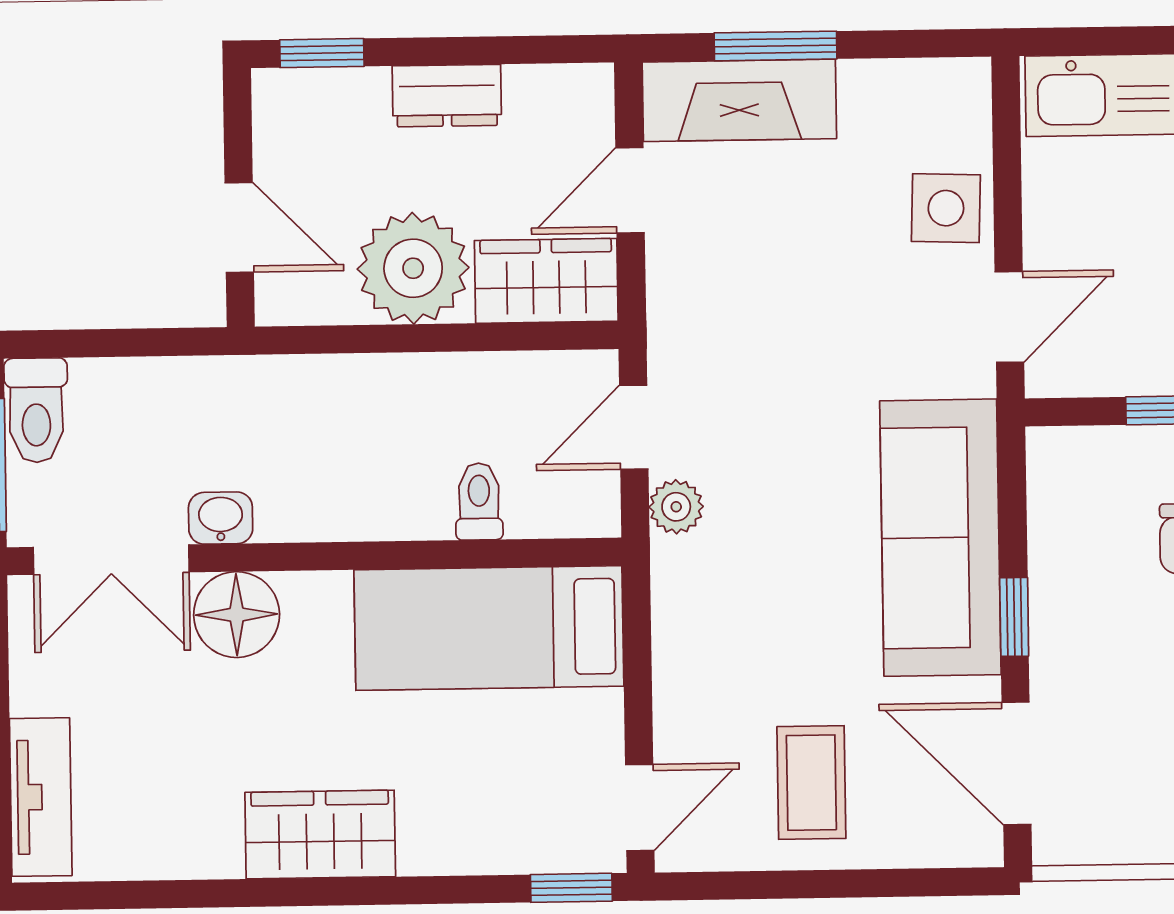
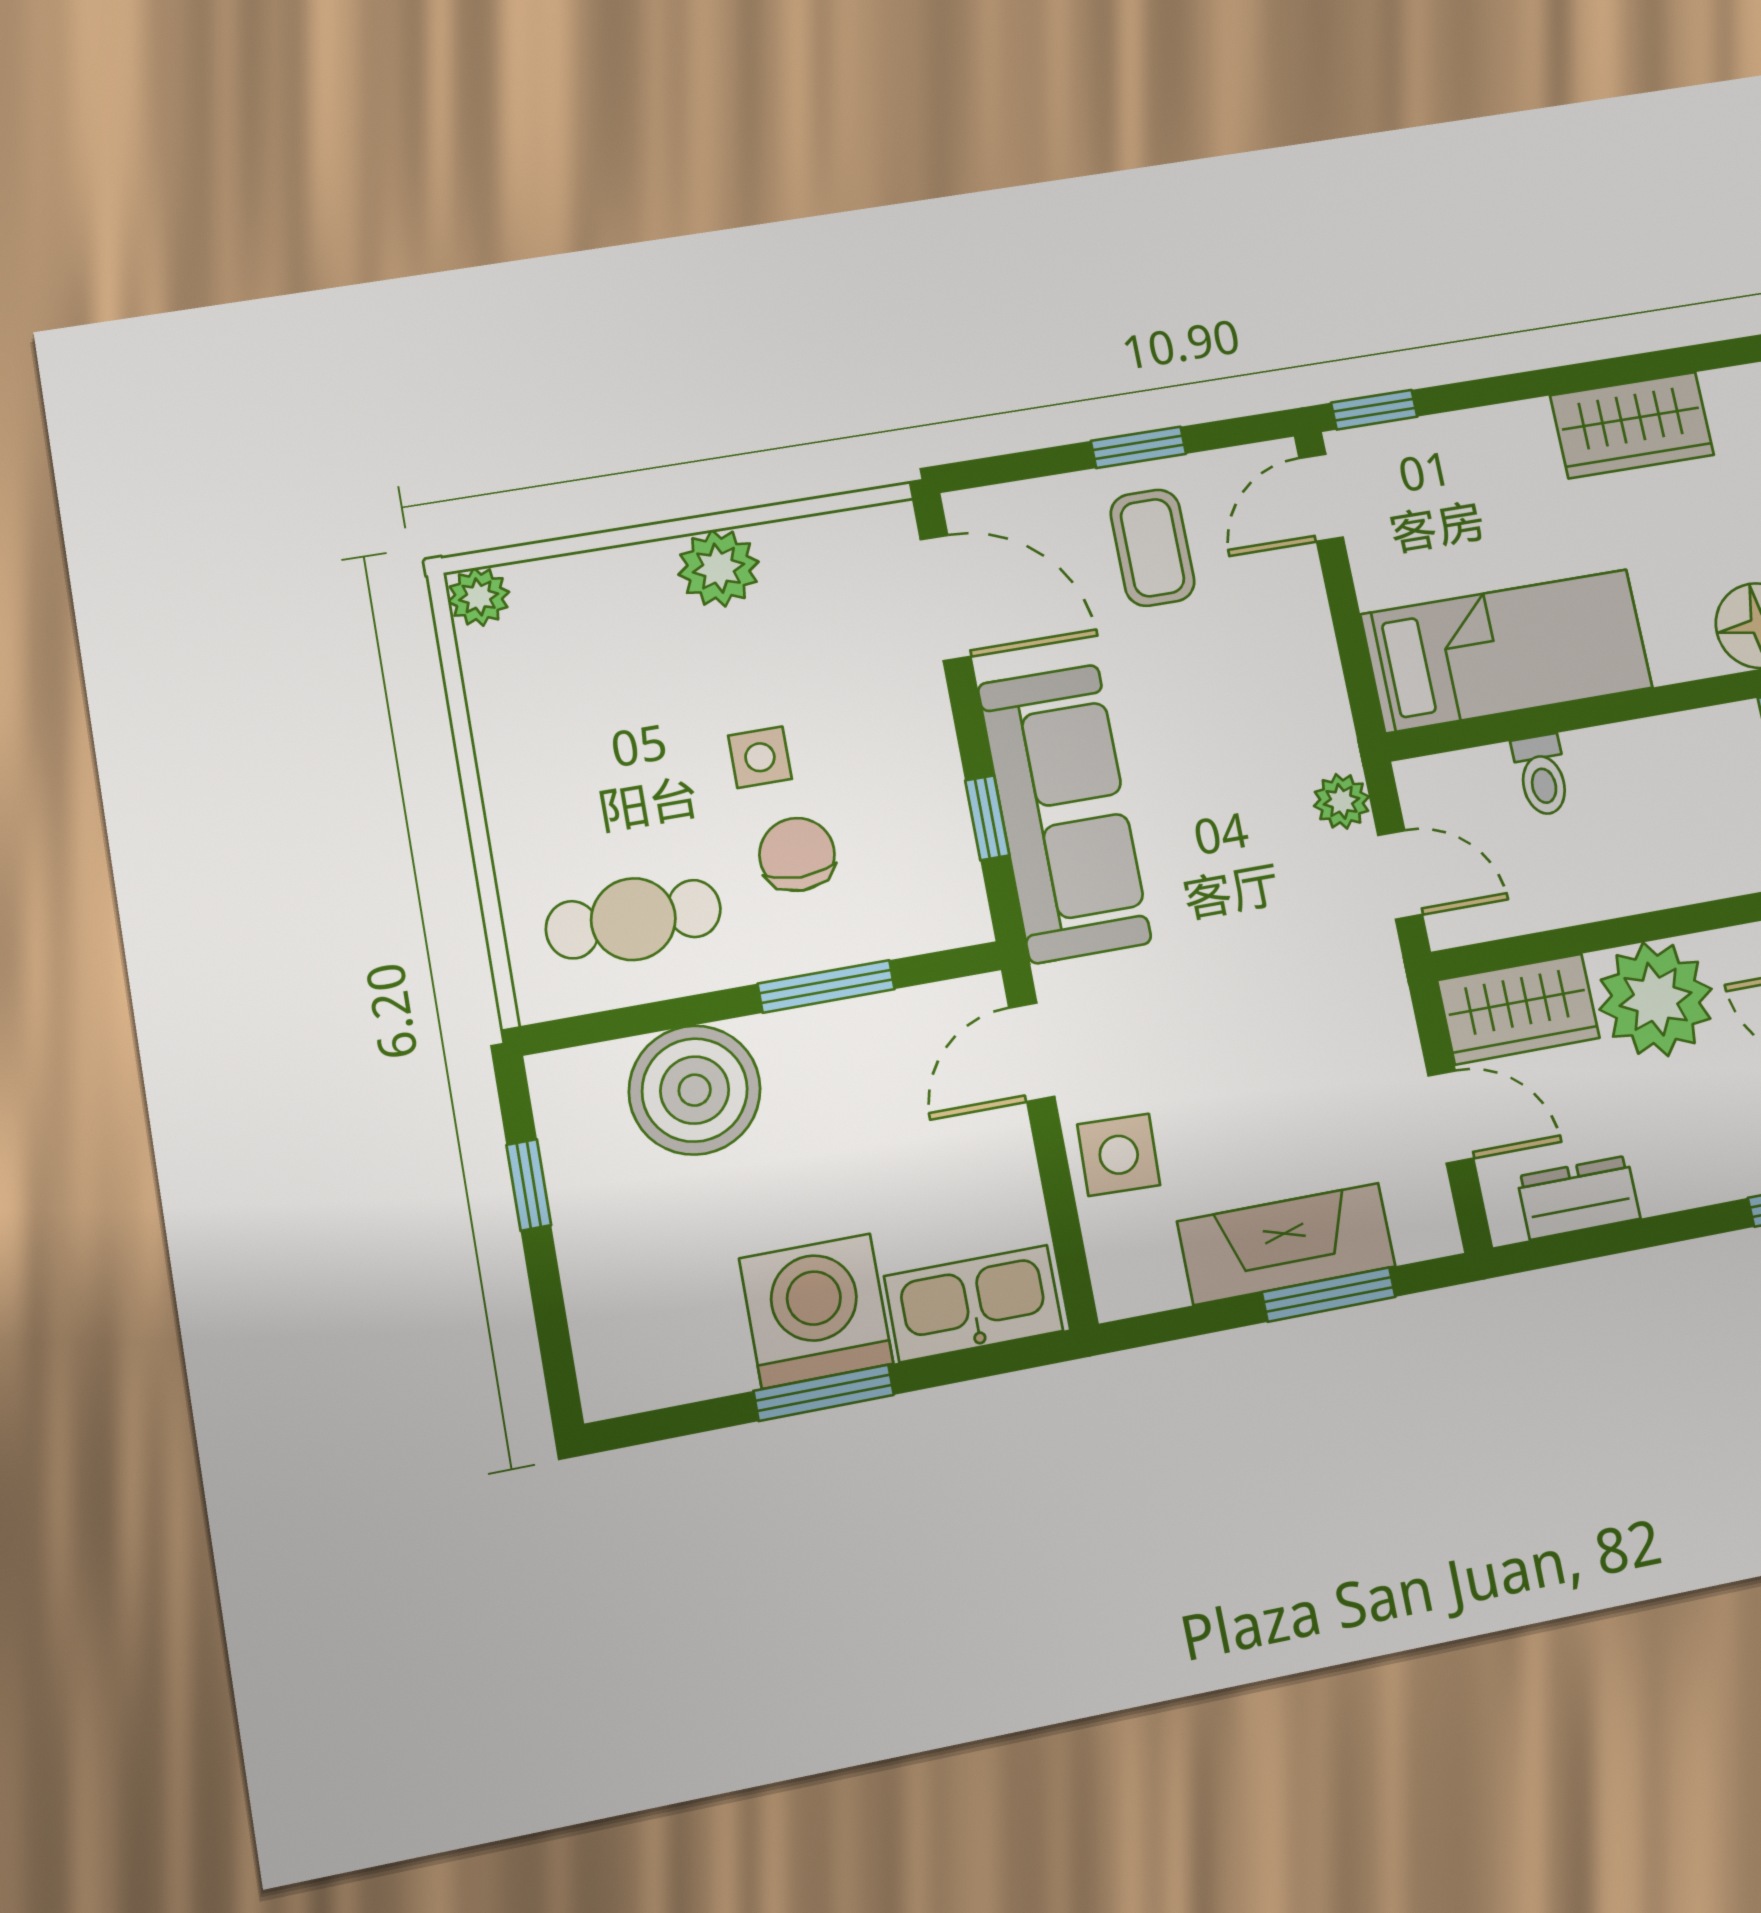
dresser: (447, 96) -> (1579, 1198), moved
fireplace: (739, 100) -> (1286, 1244), moved
door: (630, 190) -> (1451, 1117), hinge flipped
door: (634, 427) -> (1400, 875), hinge flipped
window: (1014, 617) -> (987, 818), moved
window: (807, 884) -> (1138, 447), added

